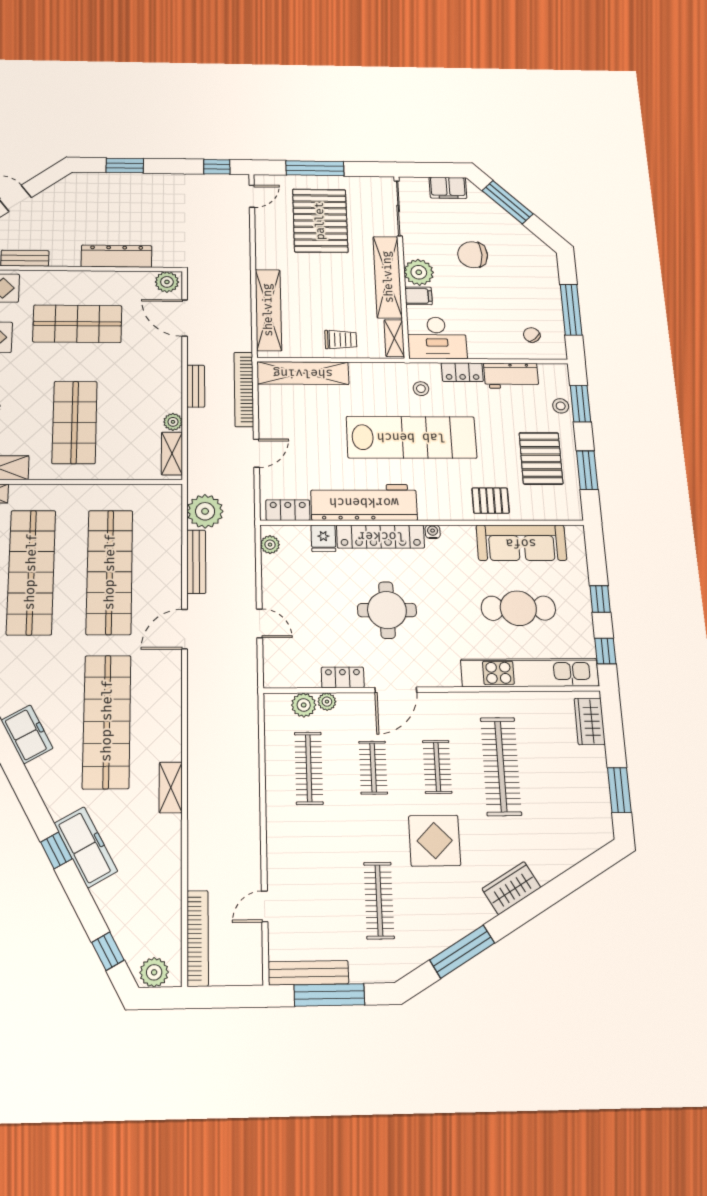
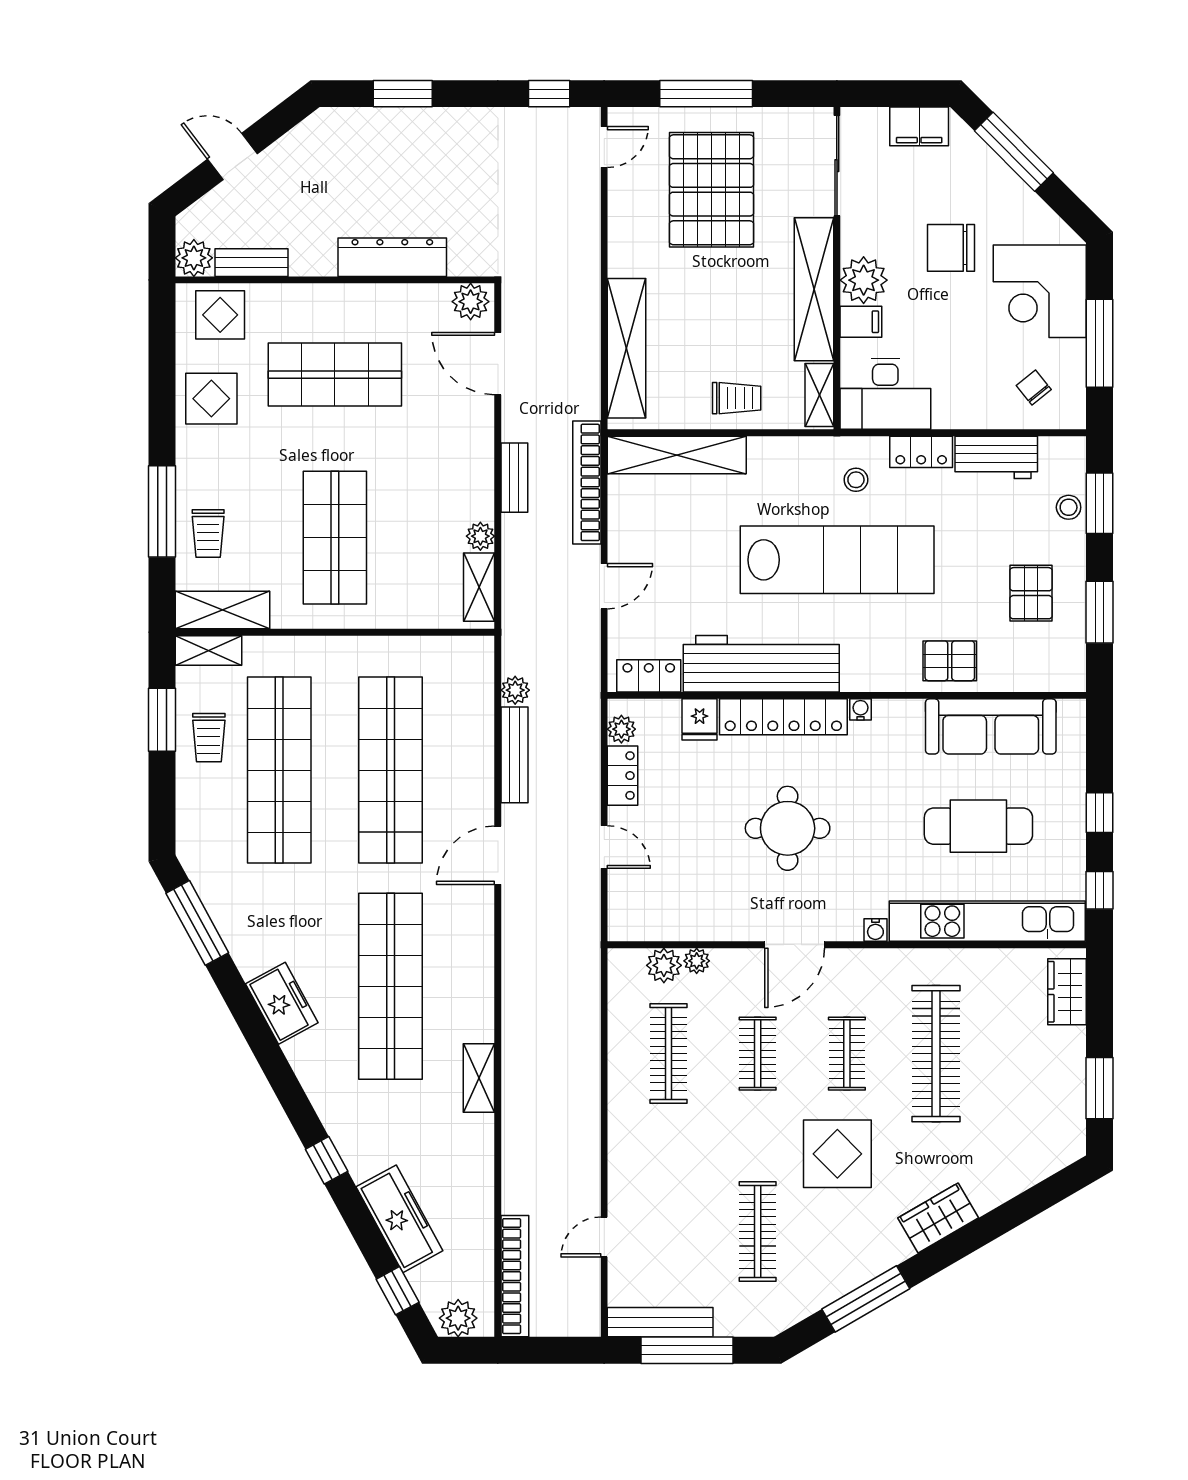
corner desk: (531, 280) -> (1040, 291), added
pallet: (541, 458) -> (1031, 593), width x0.67, depth x0.71
plant: (205, 511) -> (515, 690), width x0.53, depth x0.53
locker: (343, 677) -> (623, 776), moved, turned 90
water cooler: (452, 679) -> (875, 930), added
freezer: (86, 847) -> (399, 1219), moved

